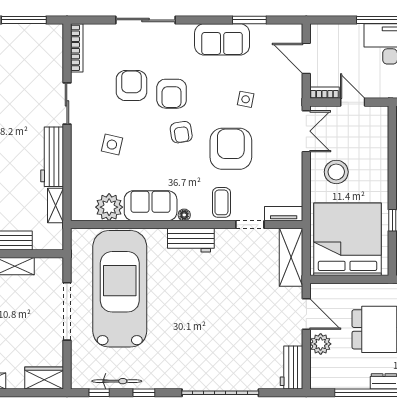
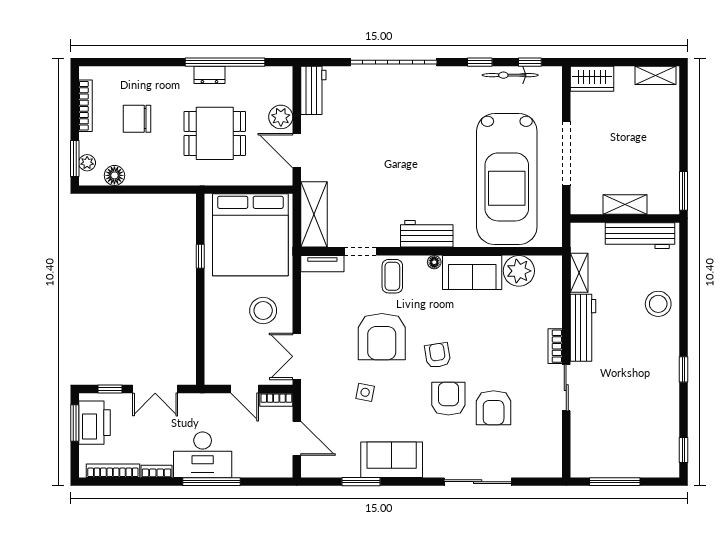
bookcase: (77, 48) -> (555, 346), moved, width x0.64
side table: (112, 145) -> (516, 341), removed

